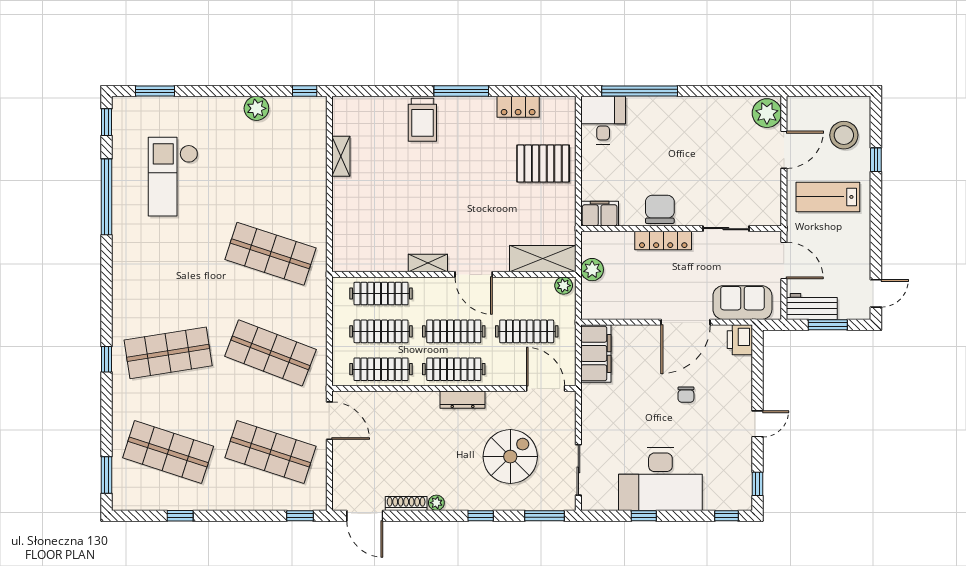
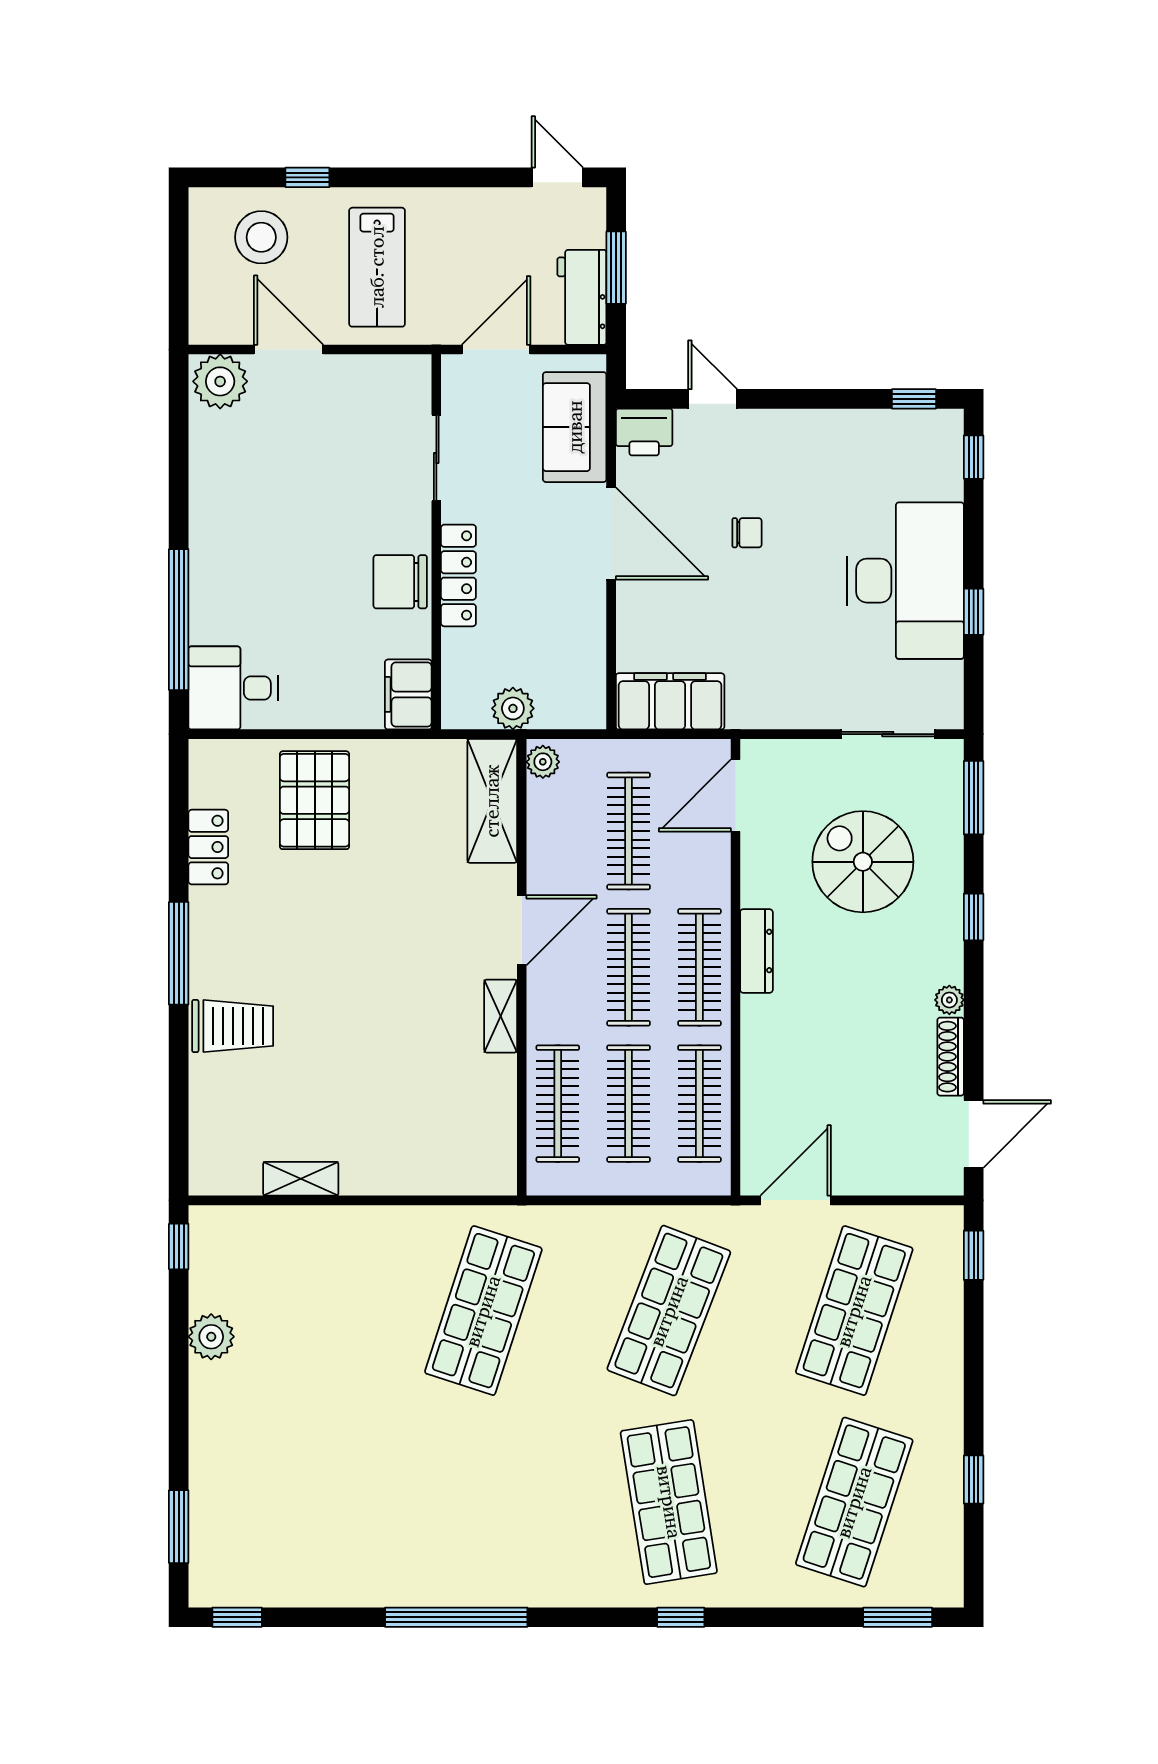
checkout: (173, 177) -> (339, 1493), removed
window: (107, 197) -> (456, 1617), moved
door: (758, 424) -> (713, 399), moved

